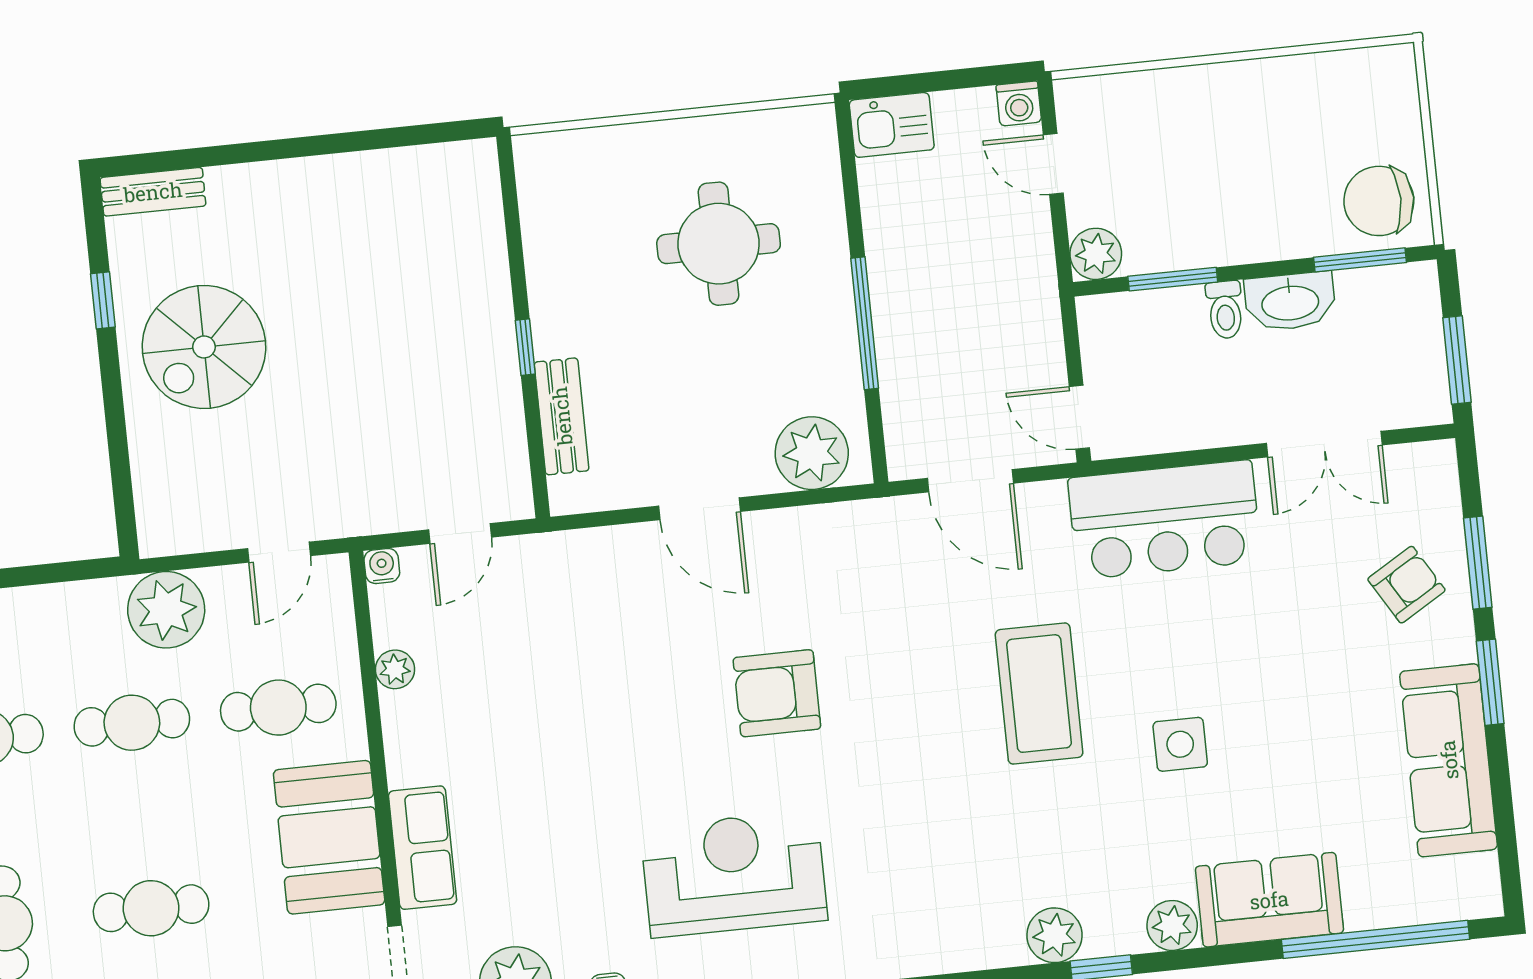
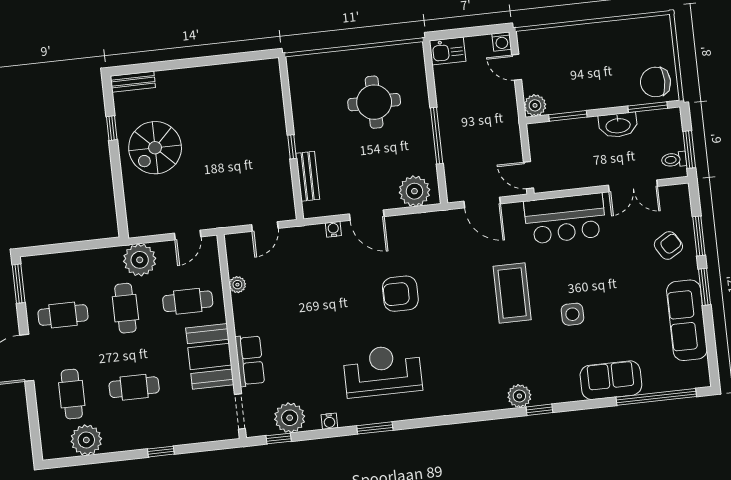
toilet: (1225, 310) -> (674, 160), moved, turned 90
water cooler: (382, 566) -> (333, 229), moved
cafe table: (132, 723) -> (125, 308), turned 90
plant: (1172, 925) -> (570, 391), removed

